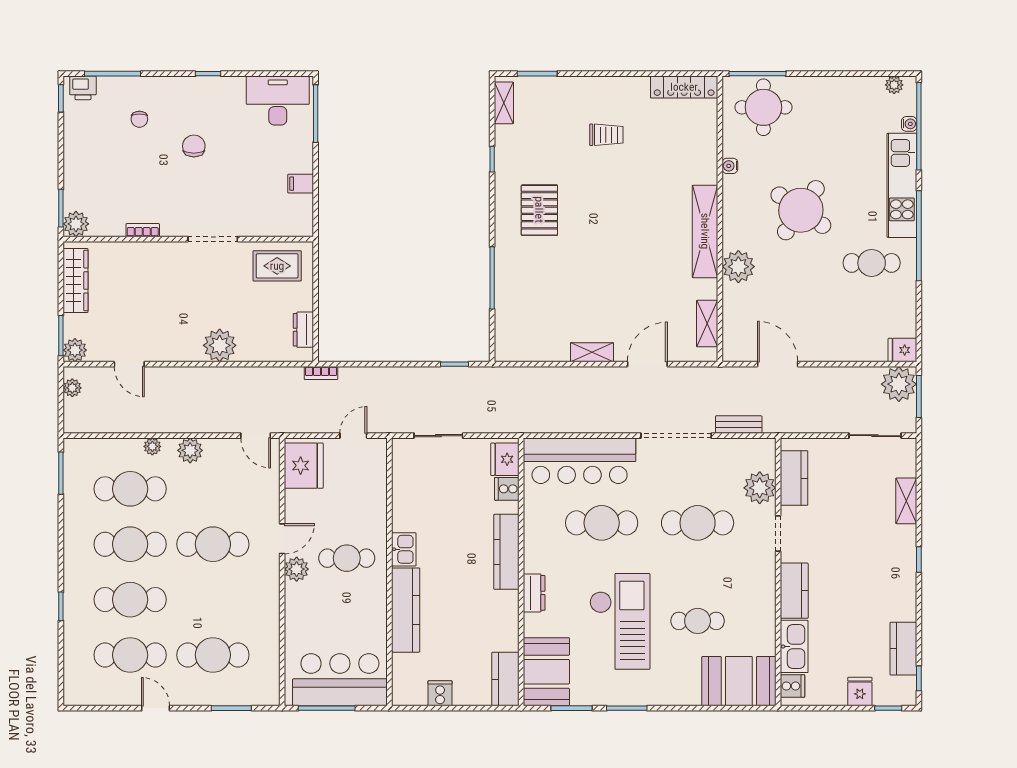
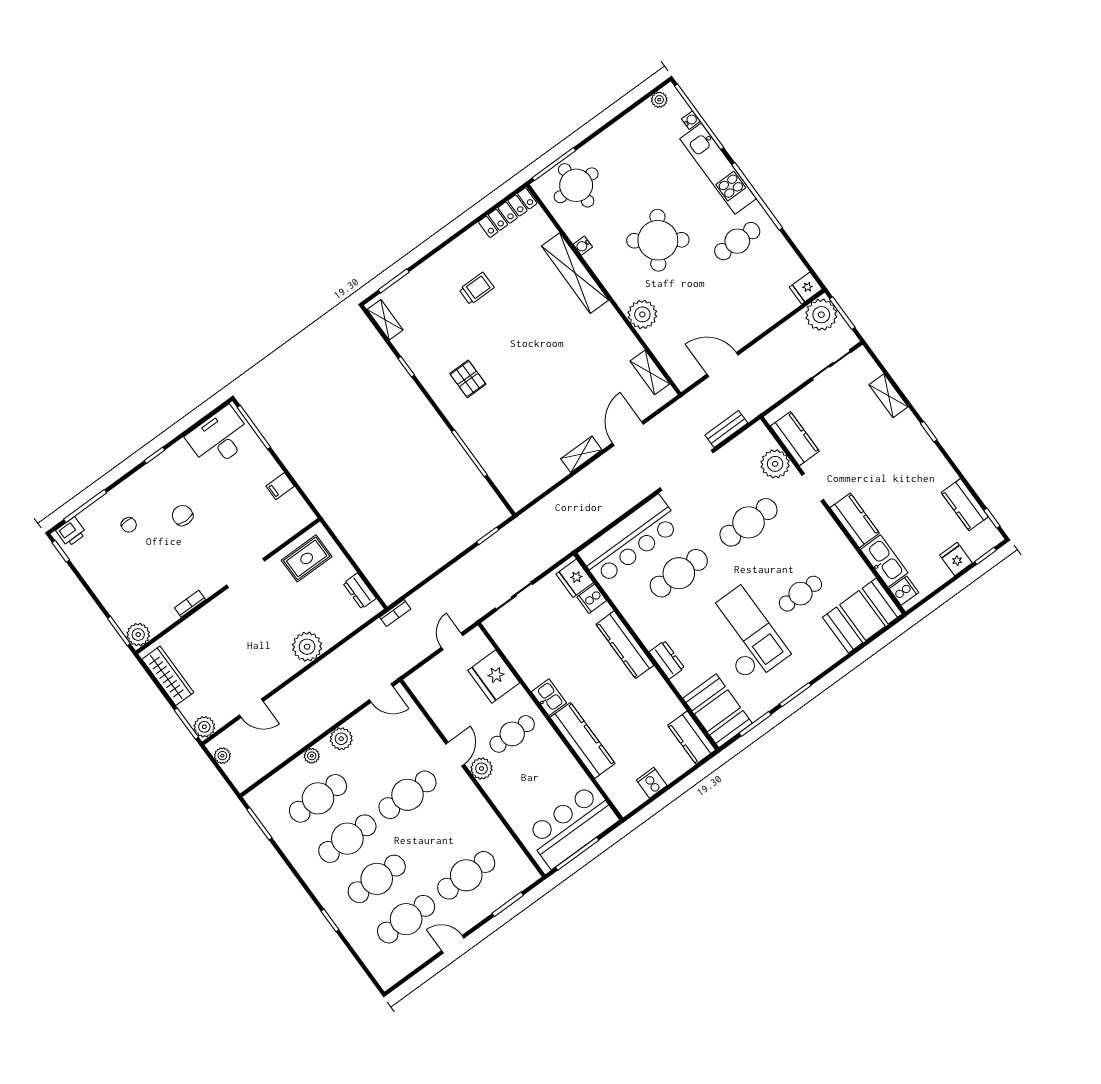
pallet: (539, 210) -> (468, 379), width x0.67, depth x0.71
shelving: (705, 231) -> (575, 273), moved
fridge: (304, 466) -> (494, 677), moved, turned 180

